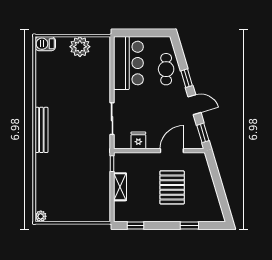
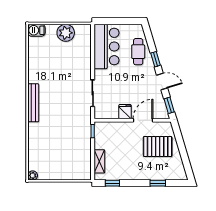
fridge: (138, 140) -> (125, 112), moved
shelving: (120, 187) -> (99, 161), moved
pallet: (172, 187) -> (158, 147), moved, turned 90

